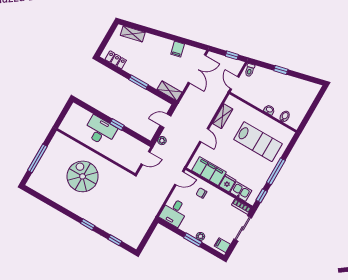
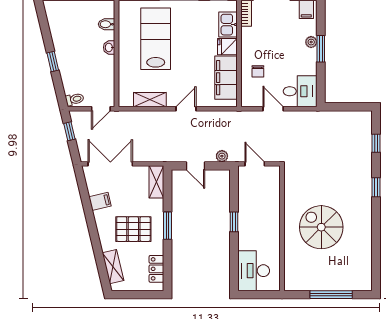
pallet: (149, 60) -> (133, 229), added
desk: (100, 131) -> (254, 271), moved
spiral stairs: (83, 176) -> (321, 227), turned 90
door: (179, 178) -> (273, 109), moved

